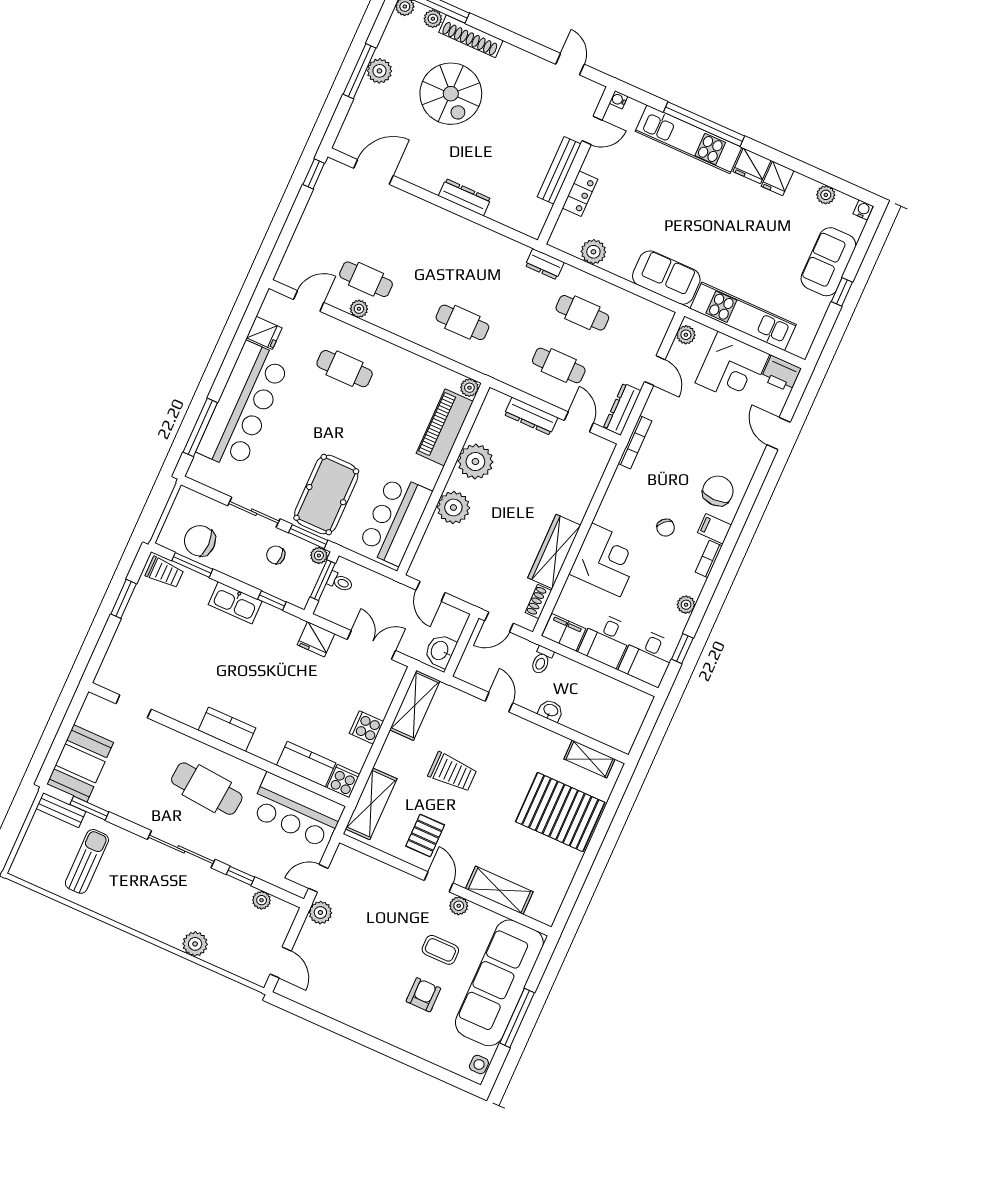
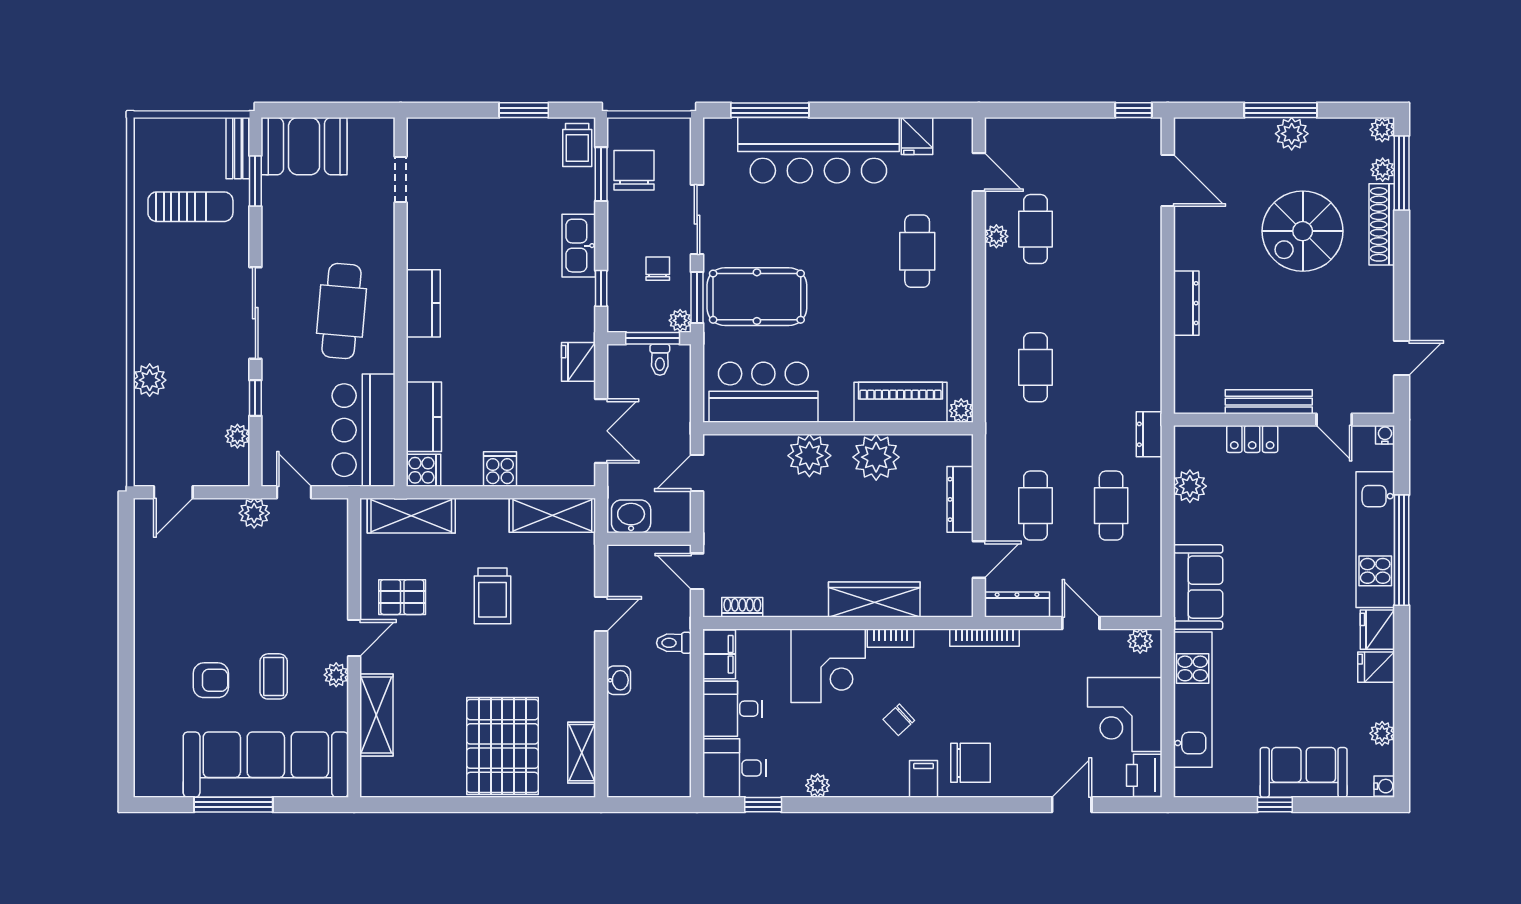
door: (655, 371) -> (1081, 623), swing flipped
wardrobe: (554, 551) -> (874, 600), moved
bookcase: (709, 559) -> (891, 638), moved, turned 180
side table: (479, 1064) -> (157, 784), removed

